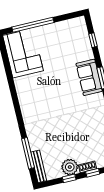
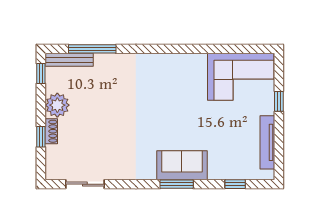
window: (33, 25) -> (279, 101), width x0.32
tv unit: (61, 26) -> (267, 142), added
window: (69, 178) -> (41, 73), moved

